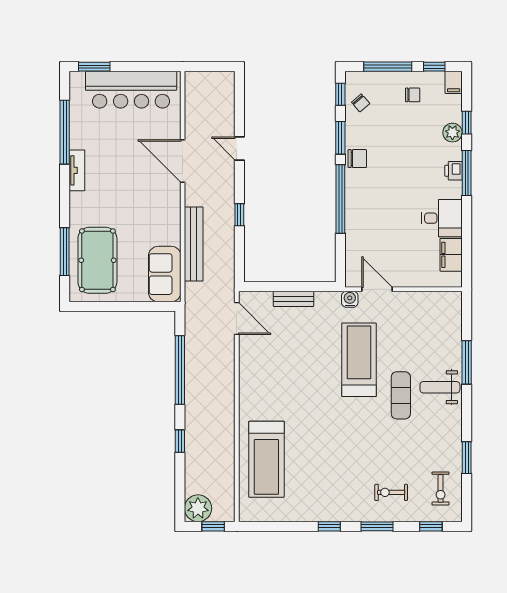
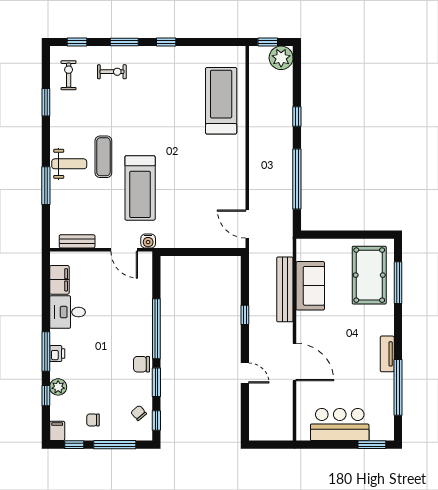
bar counter: (131, 90) -> (340, 425), width x0.73
sofa: (165, 274) -> (310, 286), moved
bench: (293, 299) -> (77, 241), moved

